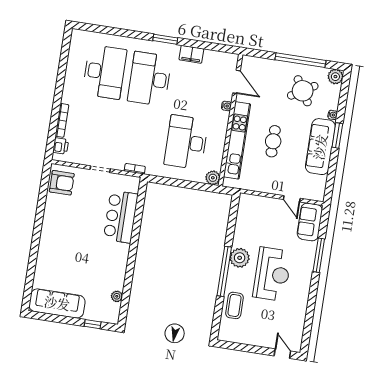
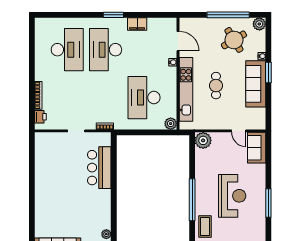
armchair: (62, 183) -> (46, 147), removed
window: (319, 255) -> (268, 203), moved
plant: (240, 258) -> (203, 140), moved

